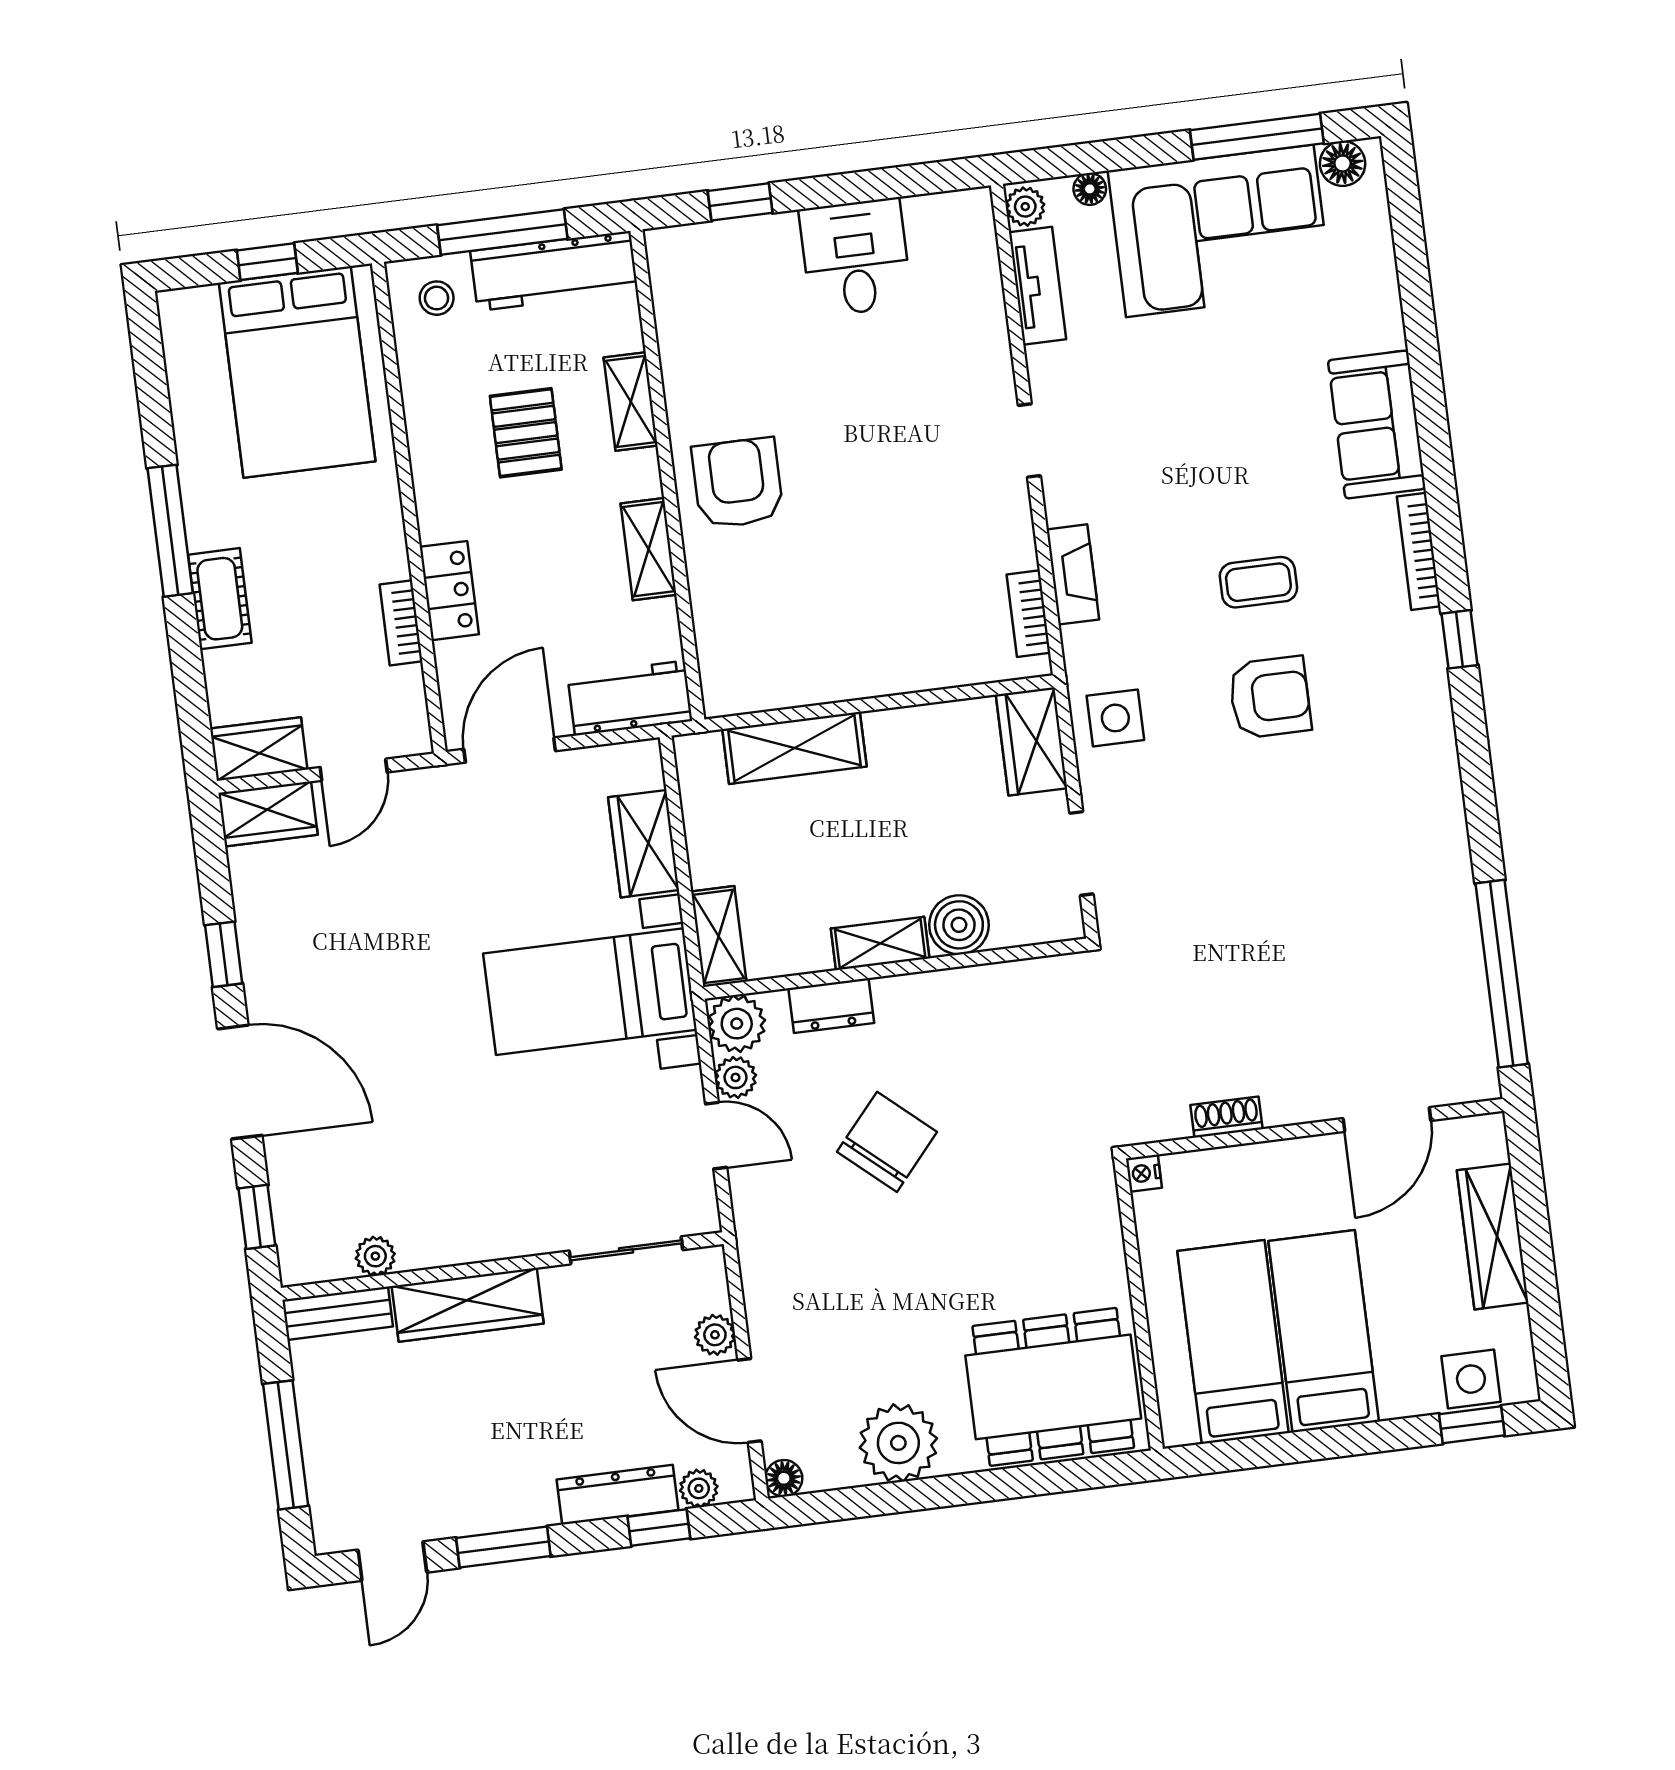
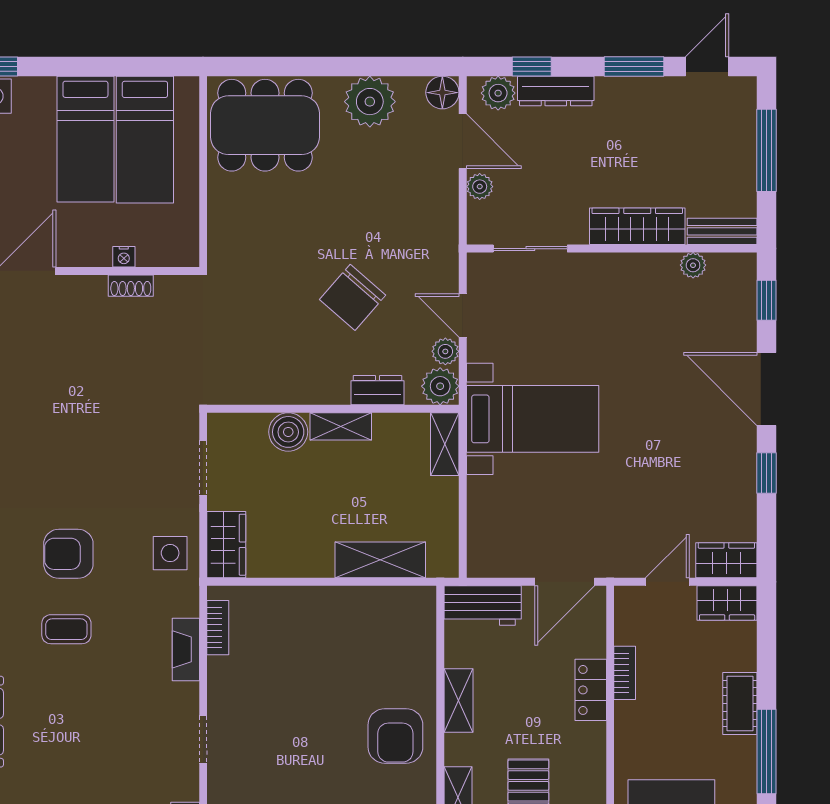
wardrobe: (644, 844) -> (486, 510), removed
nightstand: (1144, 1173) -> (124, 257), moved, turned 90
floor lamp: (784, 1478) -> (442, 93), width x1.37, depth x1.37
plant: (699, 1488) -> (498, 93), width x1.38, depth x1.38

